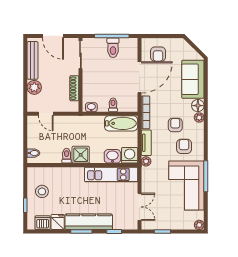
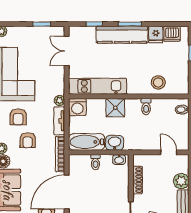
shower: (81, 155) -> (115, 108), moved
washbasin: (112, 156) -> (115, 143), moved, turned 180
stool: (42, 191) -> (158, 82), moved

